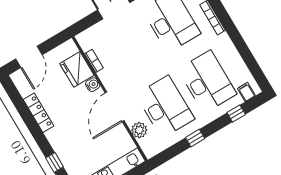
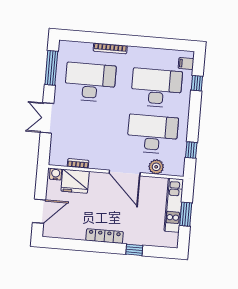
door: (29, 57) -> (39, 211), hinge flipped
water cooler: (93, 85) -> (56, 174), moved
locker: (39, 113) -> (105, 236), moved
window: (195, 138) -> (191, 150), moved

